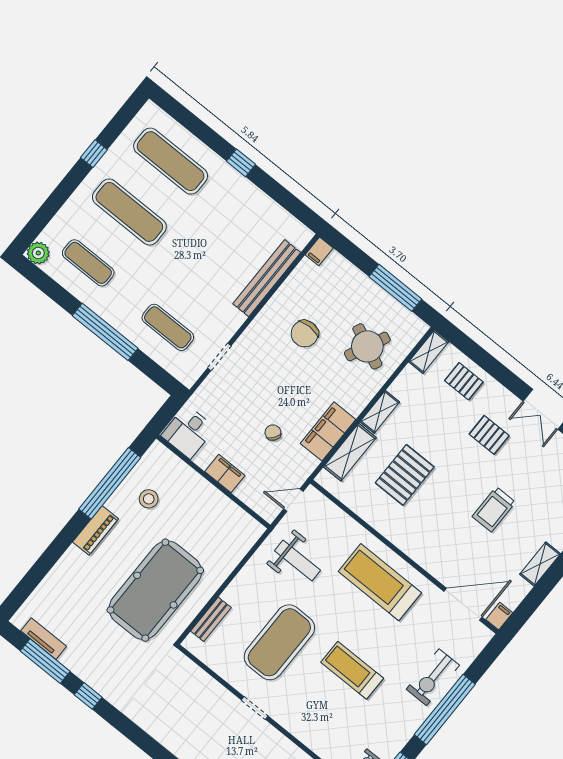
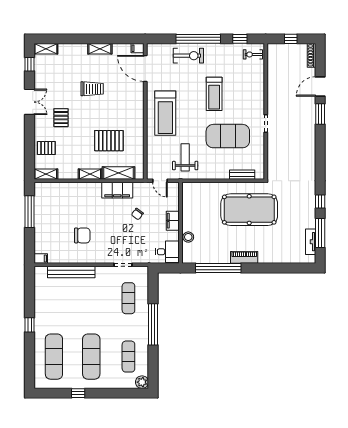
round table: (367, 346) -> (65, 203), removed
pallet: (464, 381) -> (46, 148), turned 90
stool: (149, 499) -> (188, 237), moved

